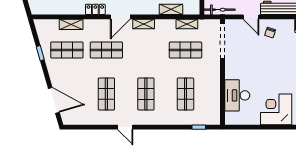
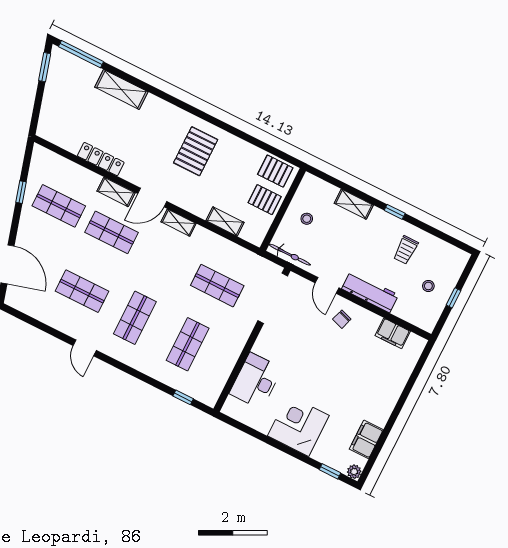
locker: (95, 9) -> (101, 159), moved, width x1.53
shelving: (71, 24) -> (116, 192), moved
shelving: (187, 24) -> (236, 252), removed
shop shelf: (106, 94) -> (82, 291), turned 90

